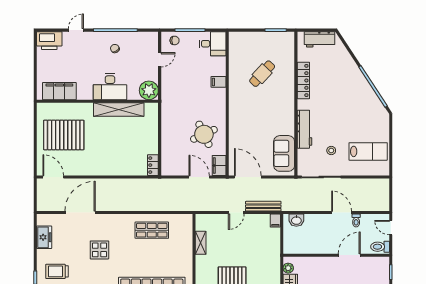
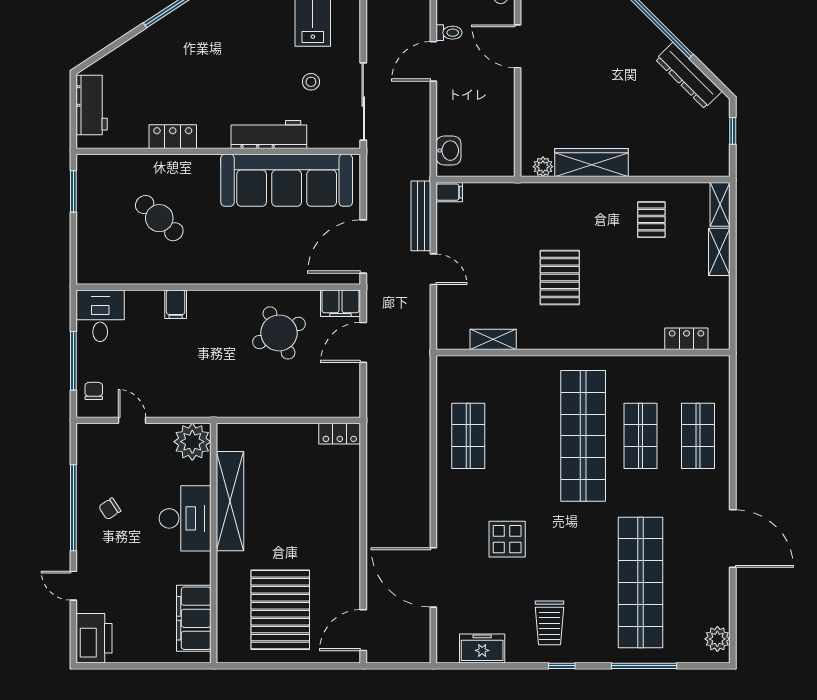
locker: (303, 80) -> (173, 137), width x0.66
sofa: (284, 153) -> (287, 180), width x1.85, depth x1.27

